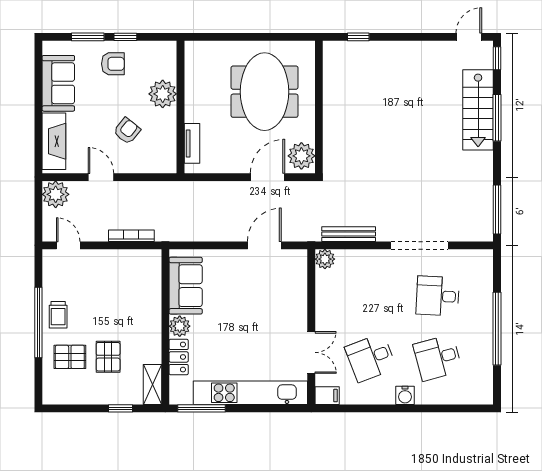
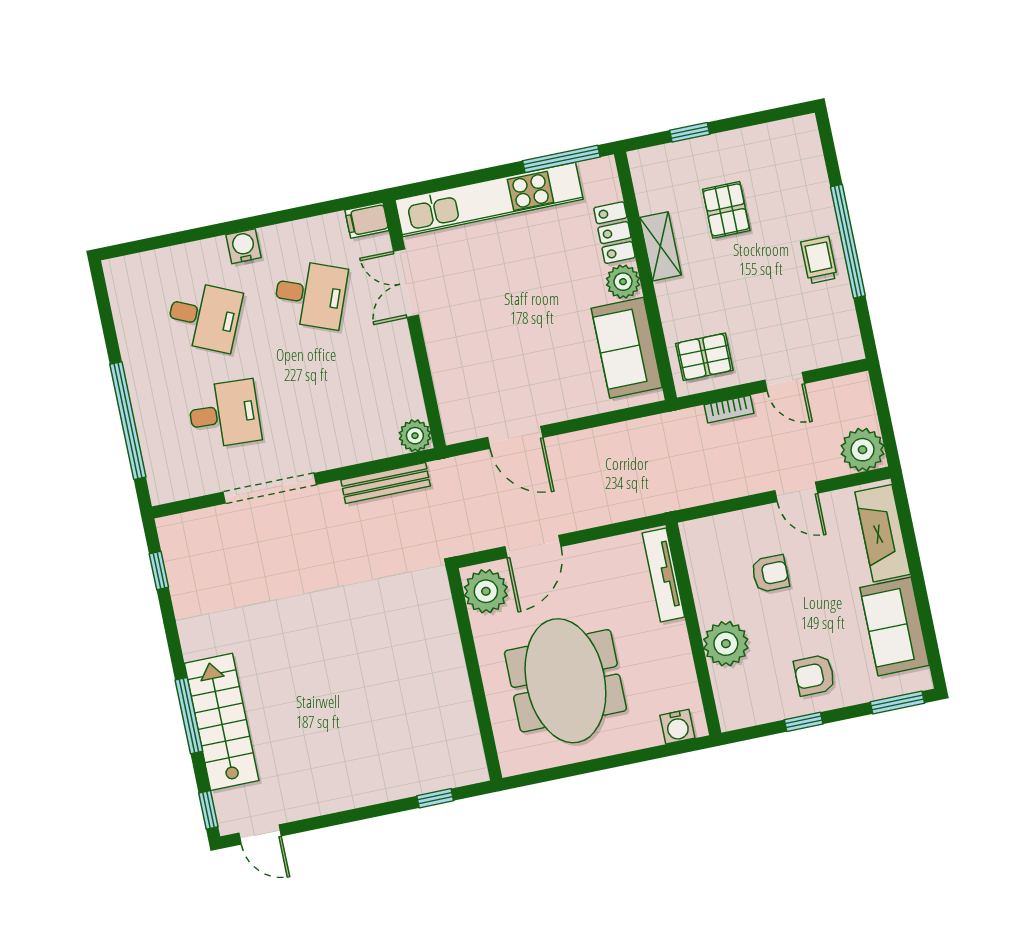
window: (88, 37) -> (897, 702), moved
door: (469, 37) -> (260, 834), hinge flipped
water cooler: (202, 50) -> (677, 727), added
armchair: (127, 131) -> (770, 574), turned -129
tv unit: (192, 143) -> (663, 575), width x1.41
window: (497, 209) -> (159, 571), width x0.46
bookcase: (131, 236) -> (729, 409), width x0.64
door: (68, 245) -> (785, 382), moved
door: (264, 245) -> (515, 437), hinge flipped
window: (497, 329) -> (128, 421), moved
pallet: (70, 357) -> (704, 357), moved
desk: (371, 358) -> (310, 294), turned 42
desk: (438, 358) -> (204, 316), turned 39
shelving: (152, 384) -> (660, 246), moved

